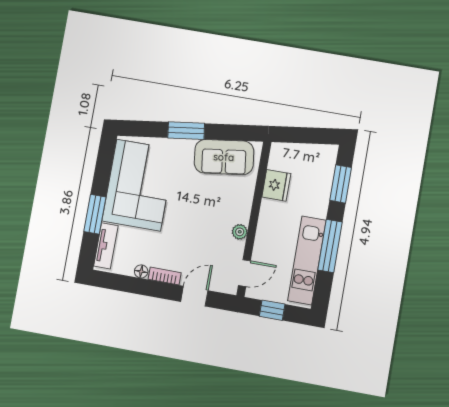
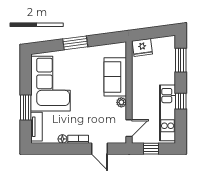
sofa: (224, 157) -> (115, 77), moved, turned 97
fridge: (276, 185) -> (142, 47), moved, turned 83
window: (330, 246) -> (181, 101), width x0.46
door: (194, 296) -> (99, 149), swing flipped

